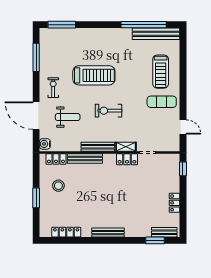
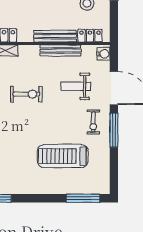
window: (36, 57) -> (114, 130), moved
treadmill: (94, 75) -> (63, 156), moved
bench: (98, 147) -> (60, 50), moved

